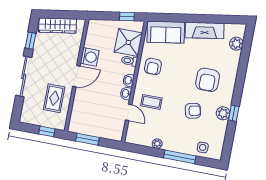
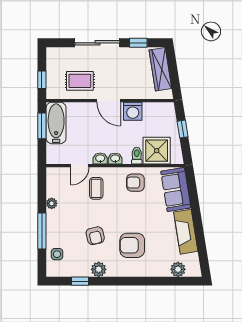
window: (127, 16) -> (183, 129), moved
window: (234, 113) -> (80, 281), moved
bathtub: (87, 126) -> (56, 123), added

